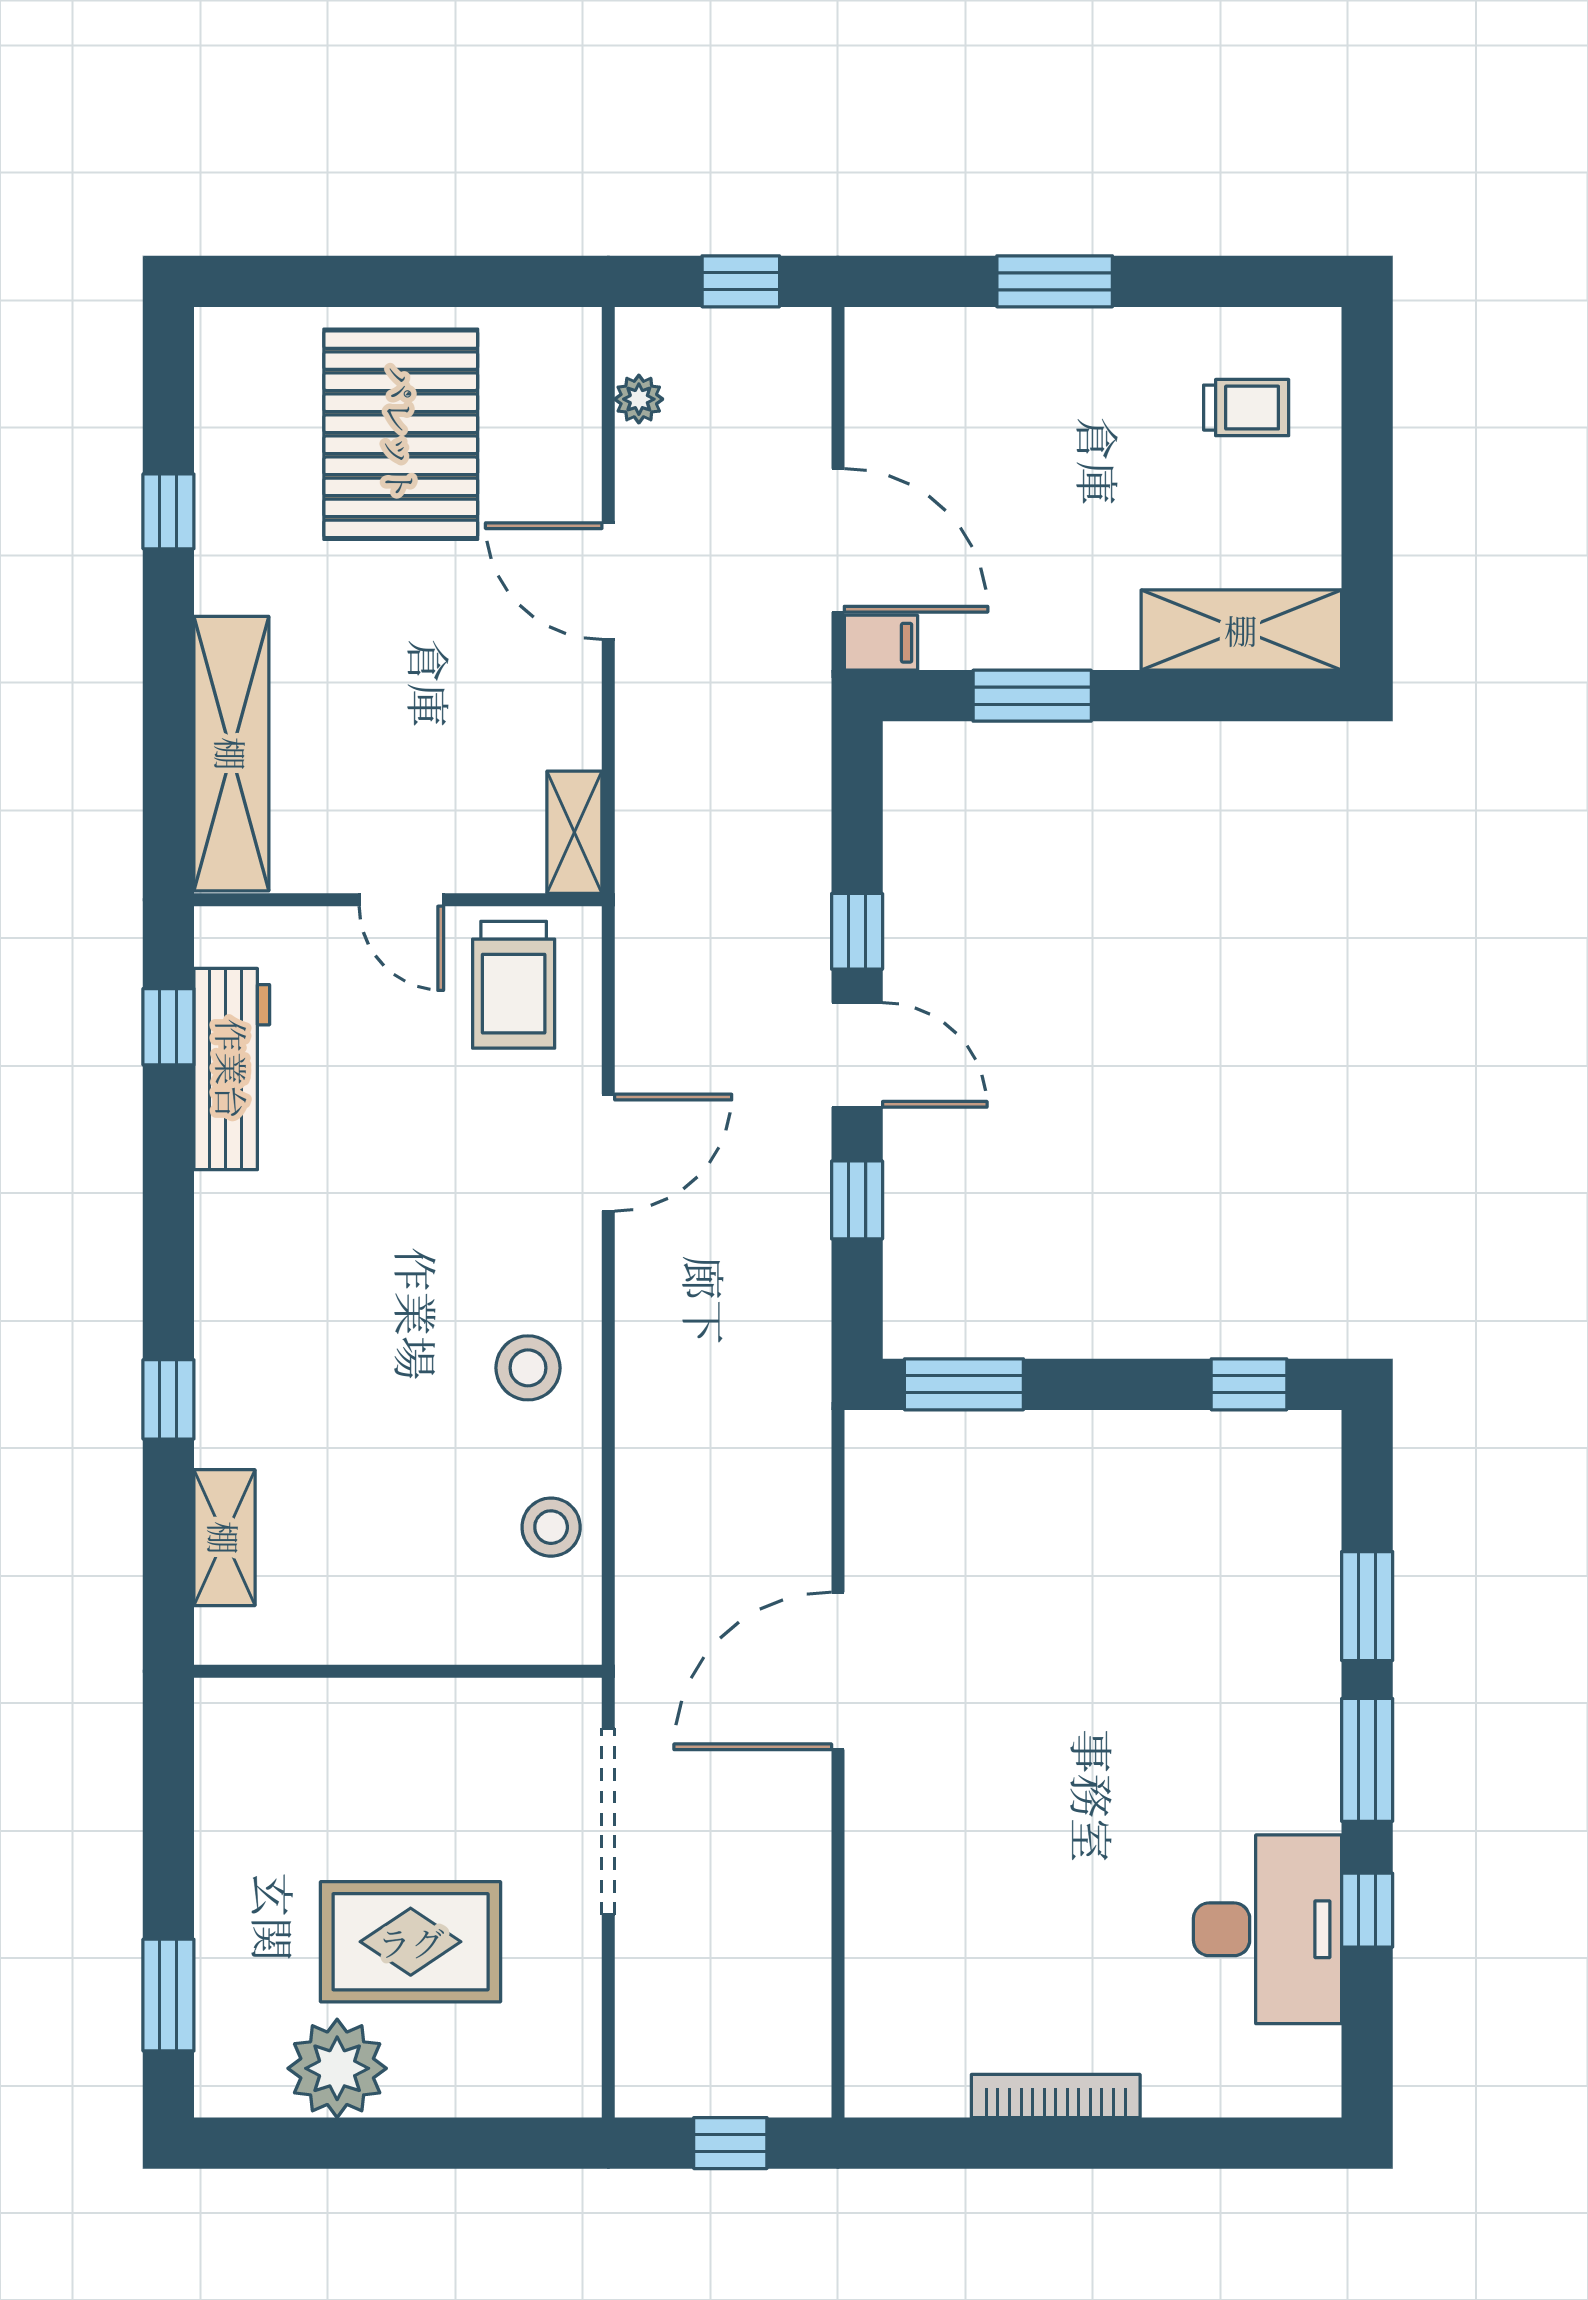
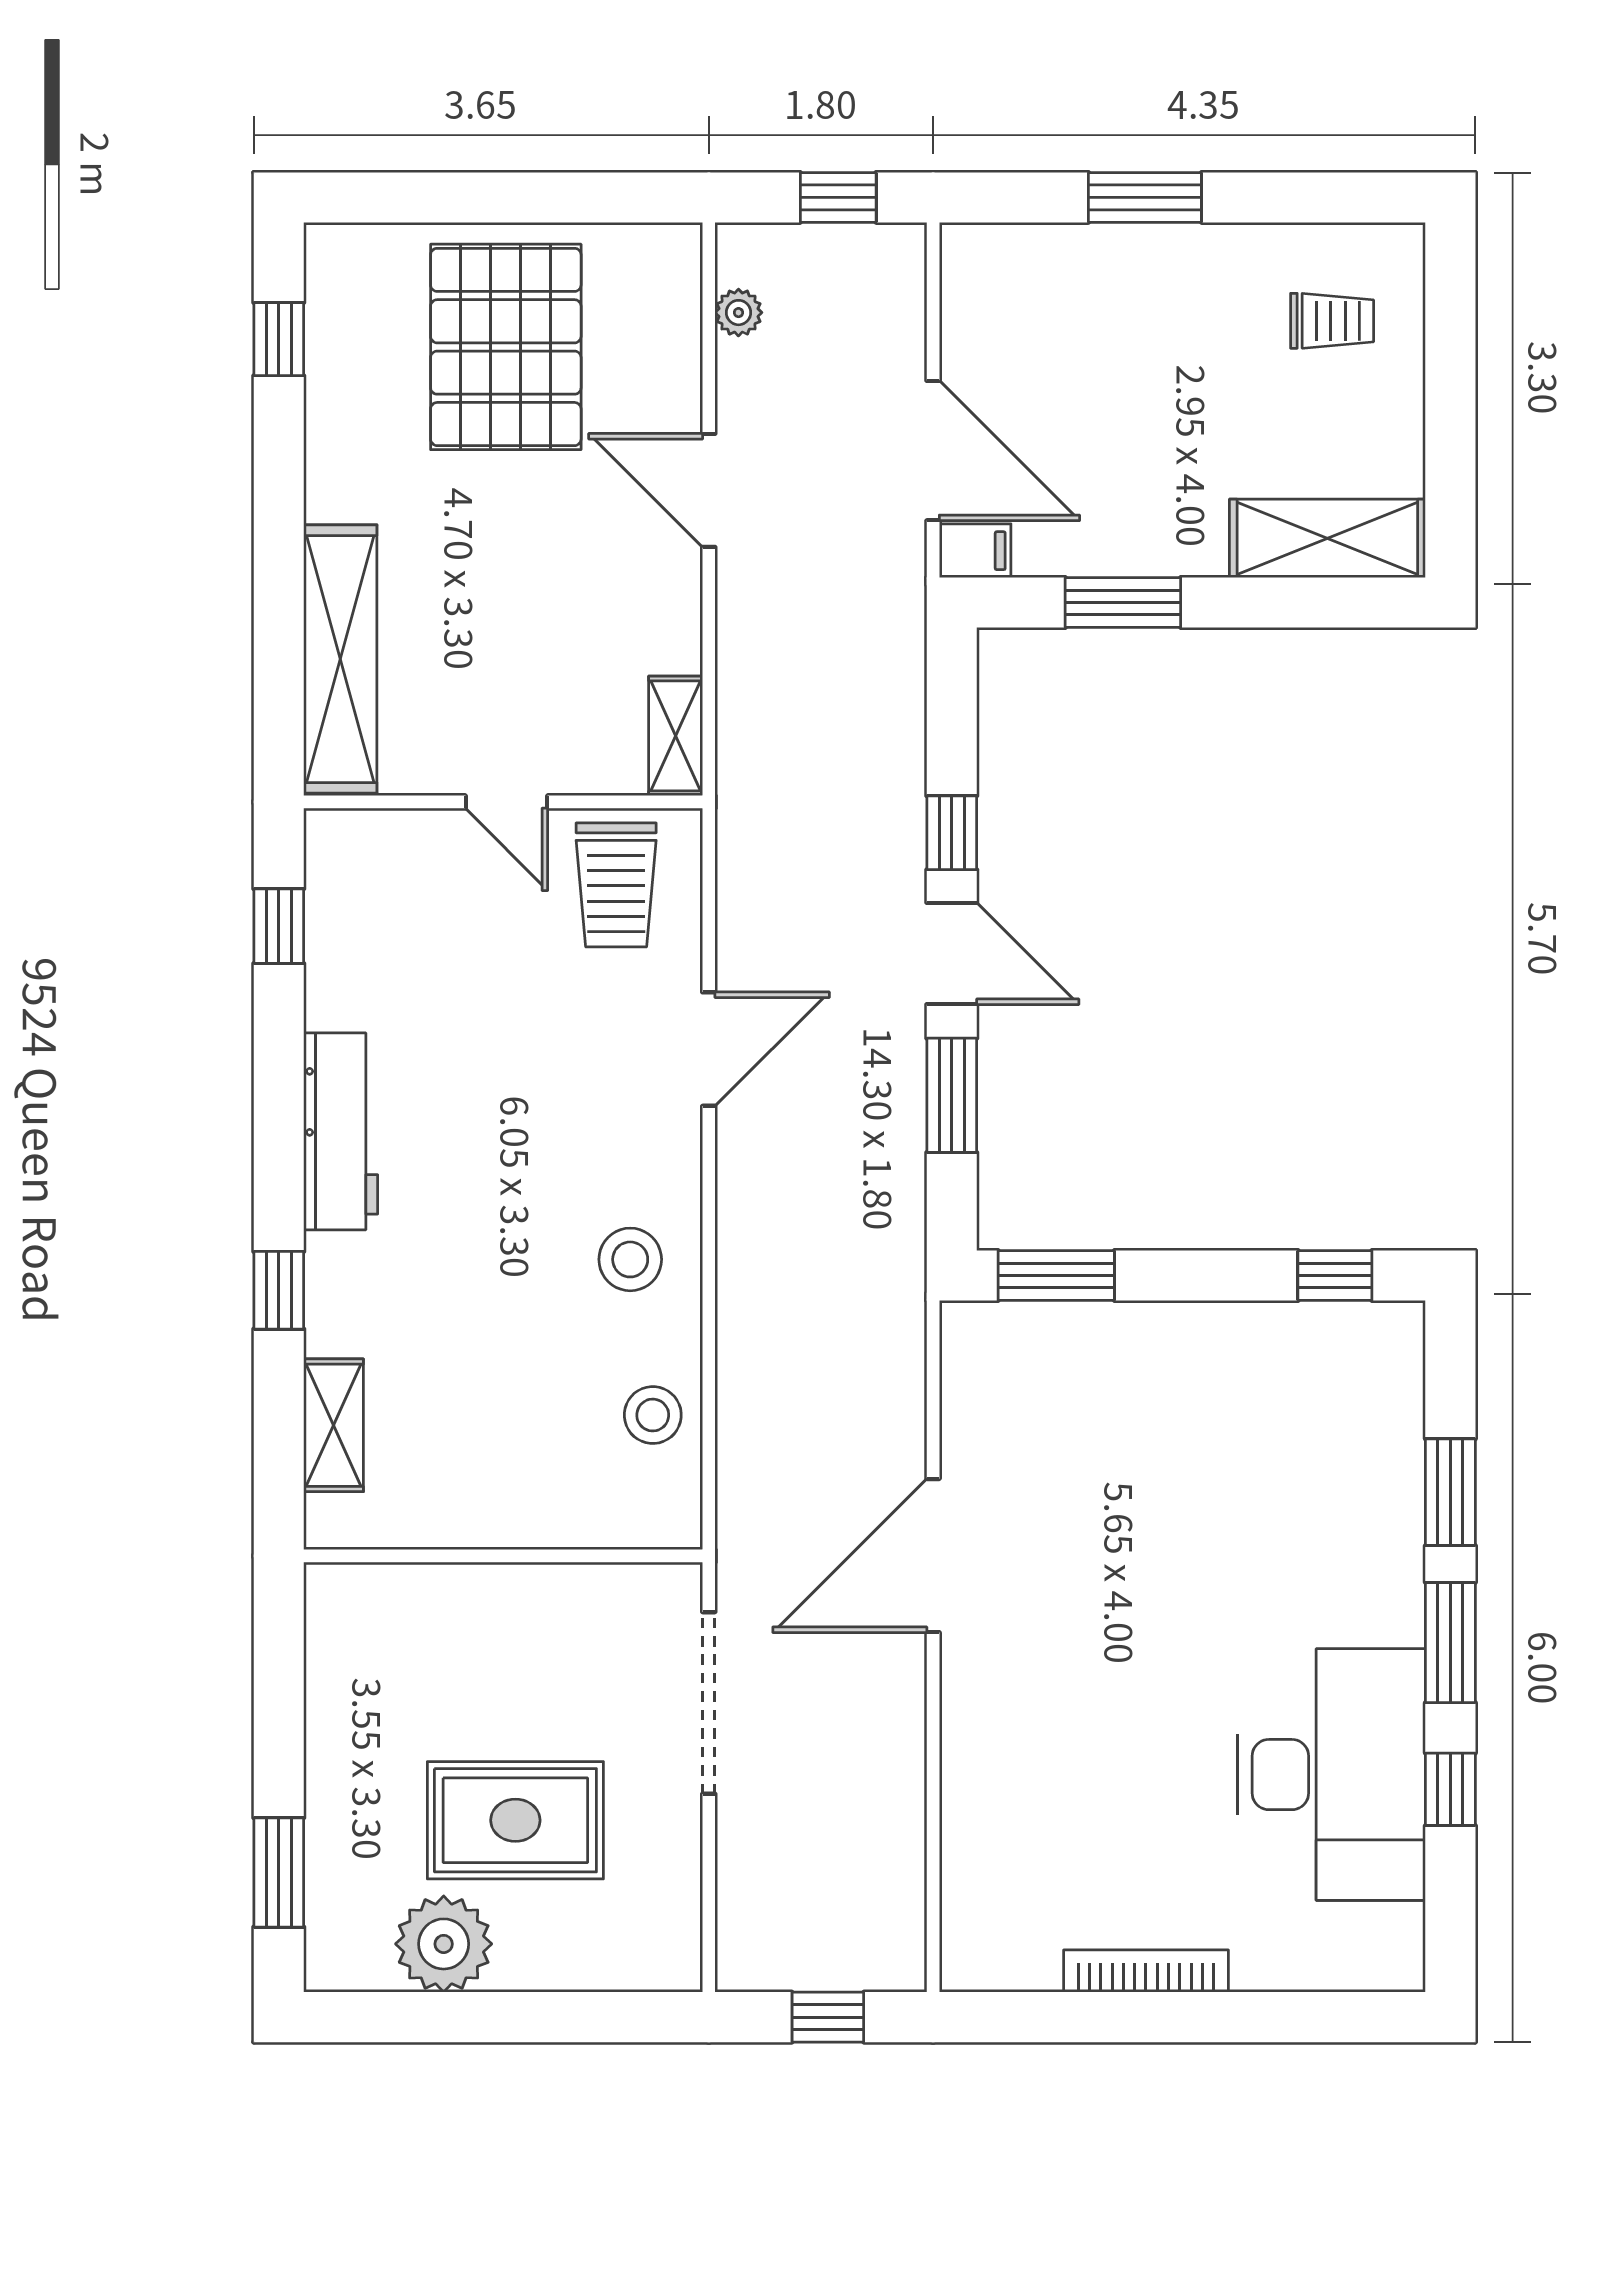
window: (168, 511) -> (279, 339), moved
workbench: (232, 1069) -> (341, 1131), moved
window: (857, 1200) -> (952, 1095), width x1.50
desk: (1267, 1929) -> (1331, 1775), width x1.36, depth x1.30

